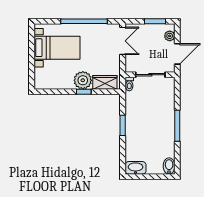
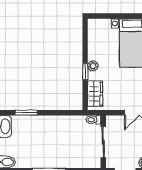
plant: (83, 80) -> (93, 66), width x0.53, depth x0.53
window: (123, 125) -> (26, 113), moved

